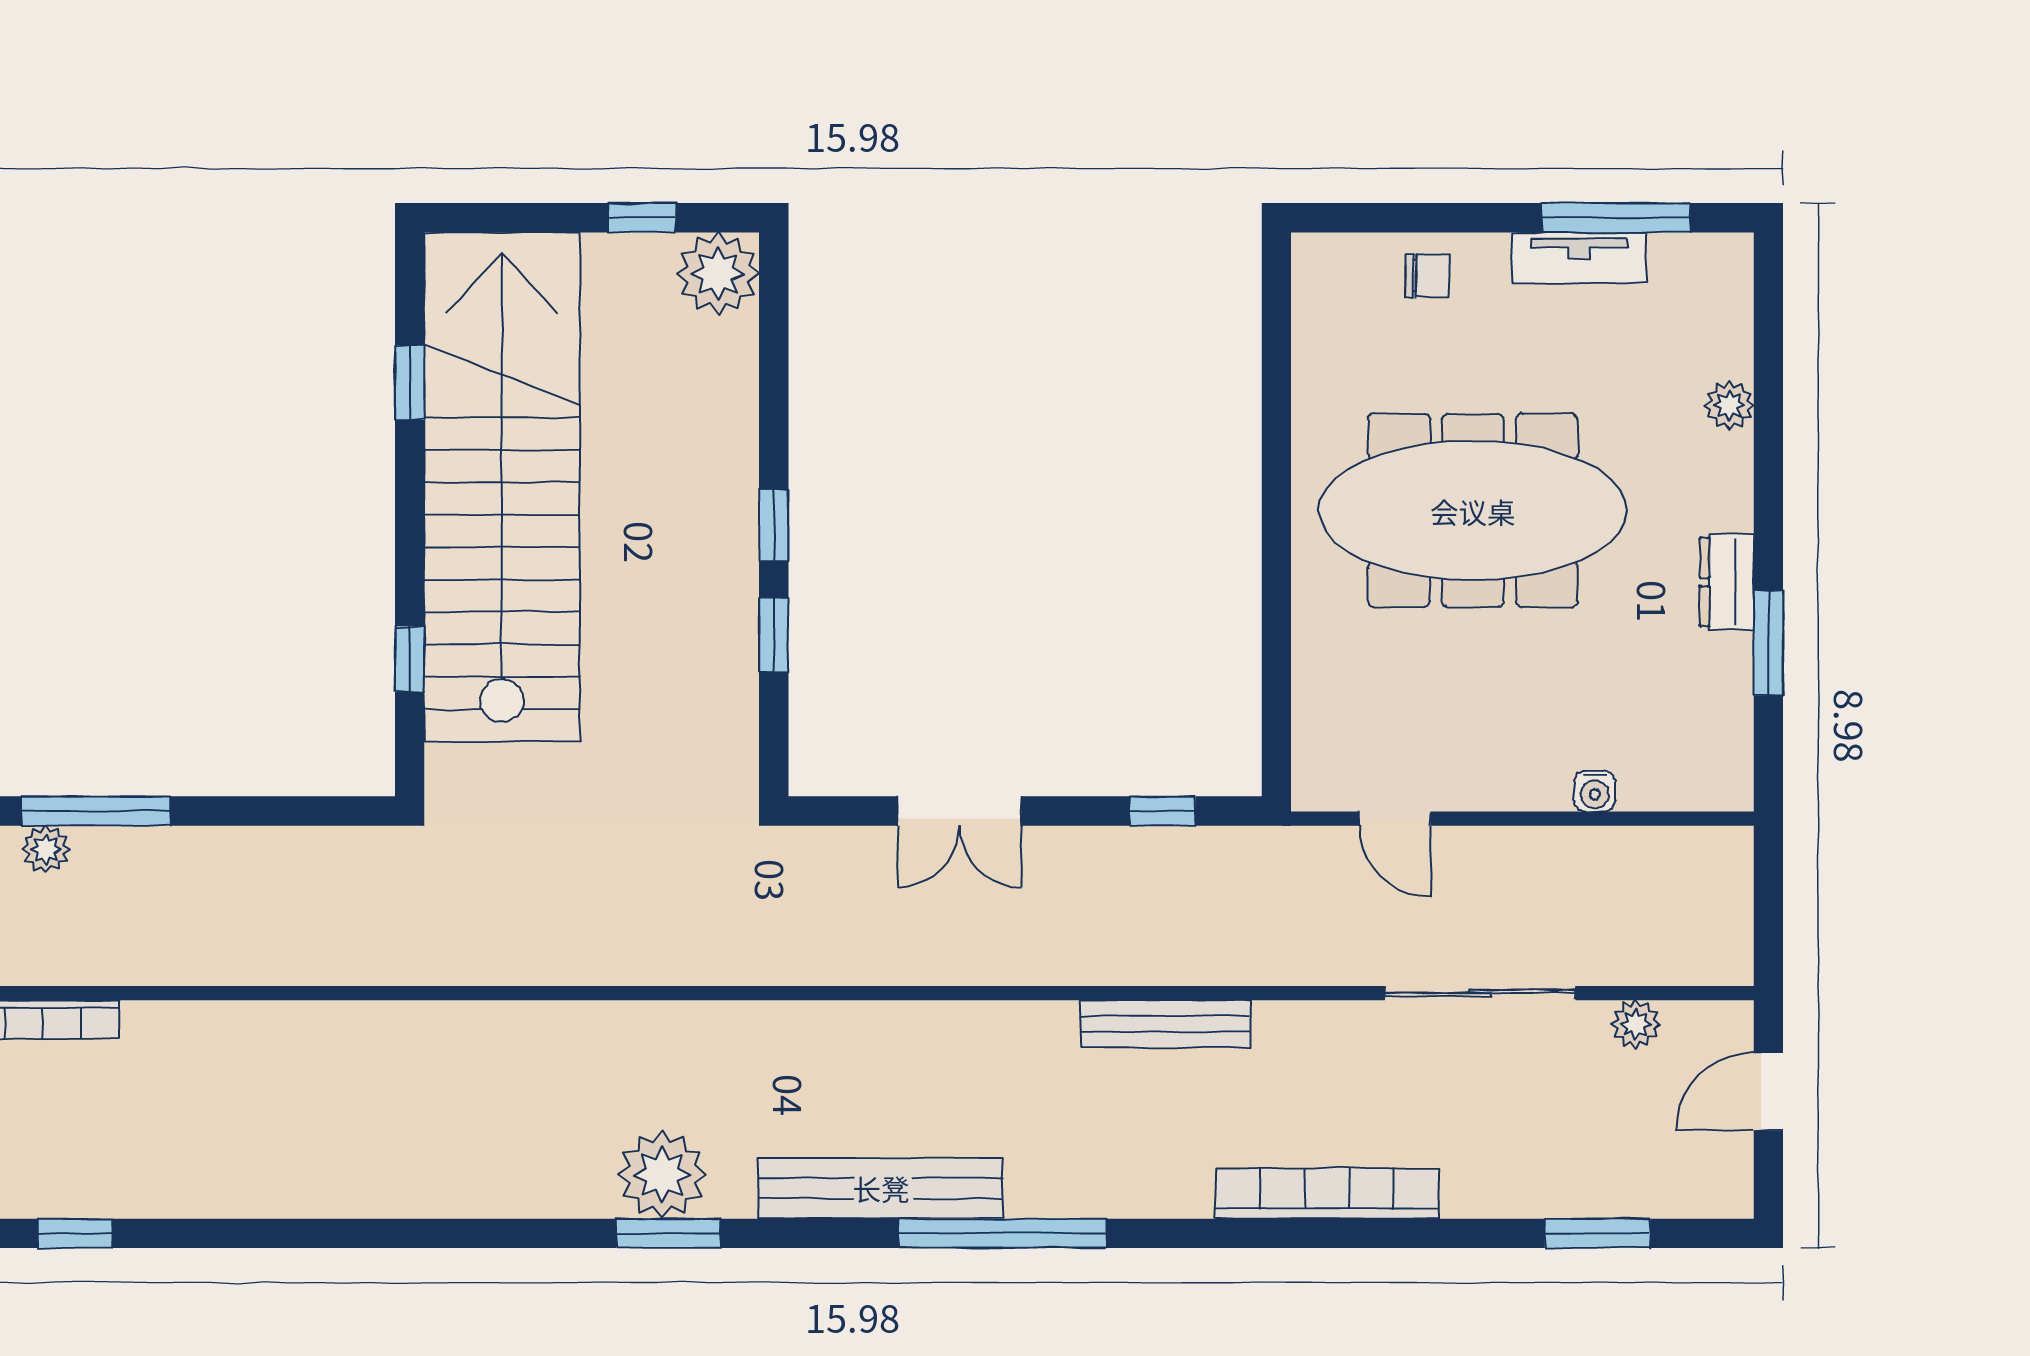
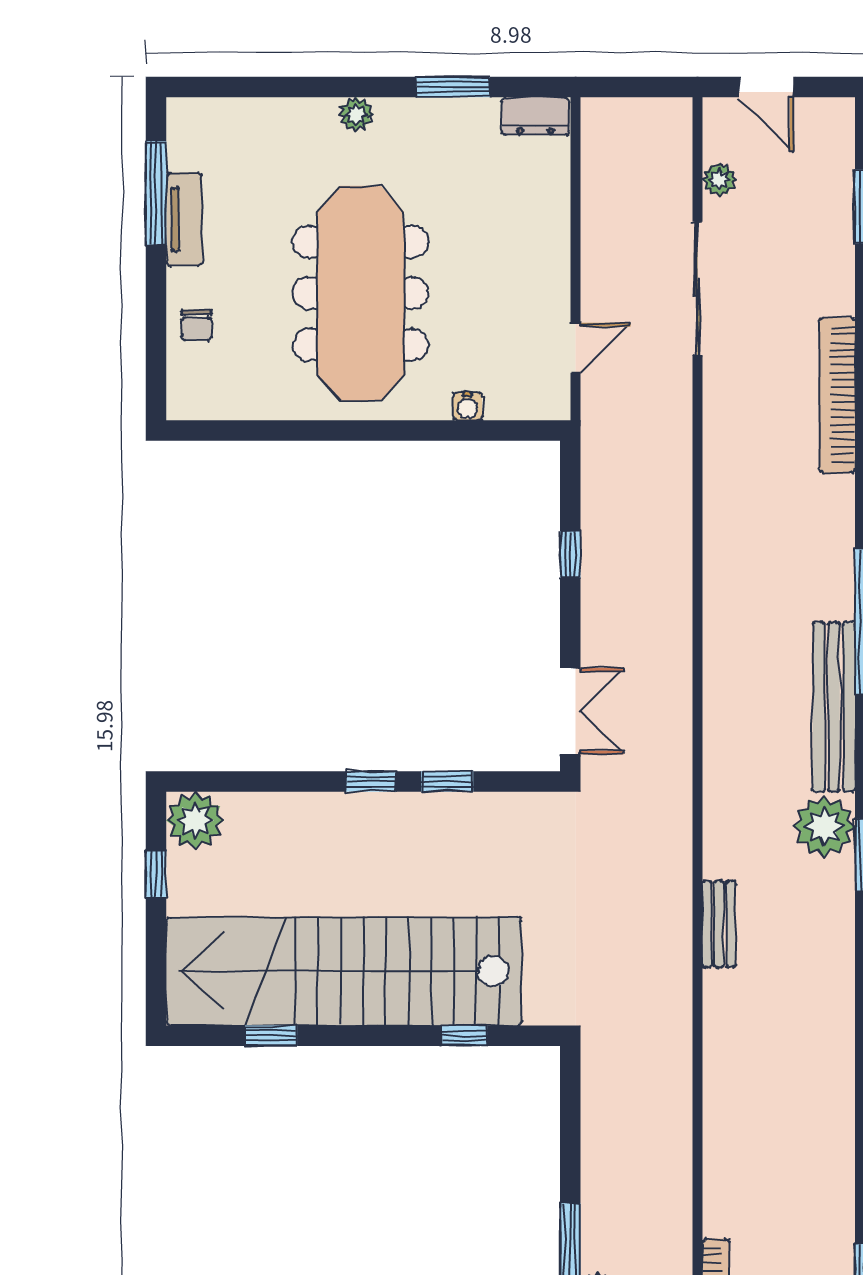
chair: (1427, 276) -> (197, 325), turned 180
plant: (1729, 405) -> (356, 114), moved
dresser: (1727, 582) -> (536, 116), moved
water cooler: (1595, 791) -> (468, 406), moved, turned 90
double door: (960, 811) -> (570, 711), moved
window: (1162, 811) -> (570, 555), moved
bench: (1166, 1024) -> (719, 924), moved, width x0.73
plant: (662, 1175) -> (824, 826), moved

